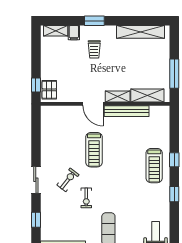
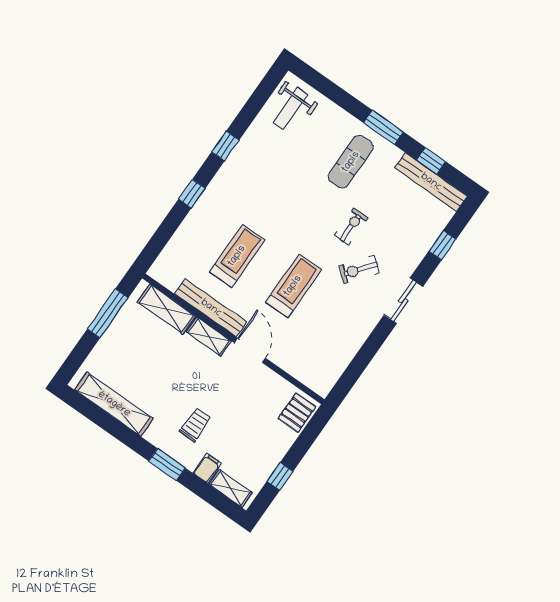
window: (36, 85) -> (280, 476), moved
treadmill: (154, 166) -> (237, 256), moved

